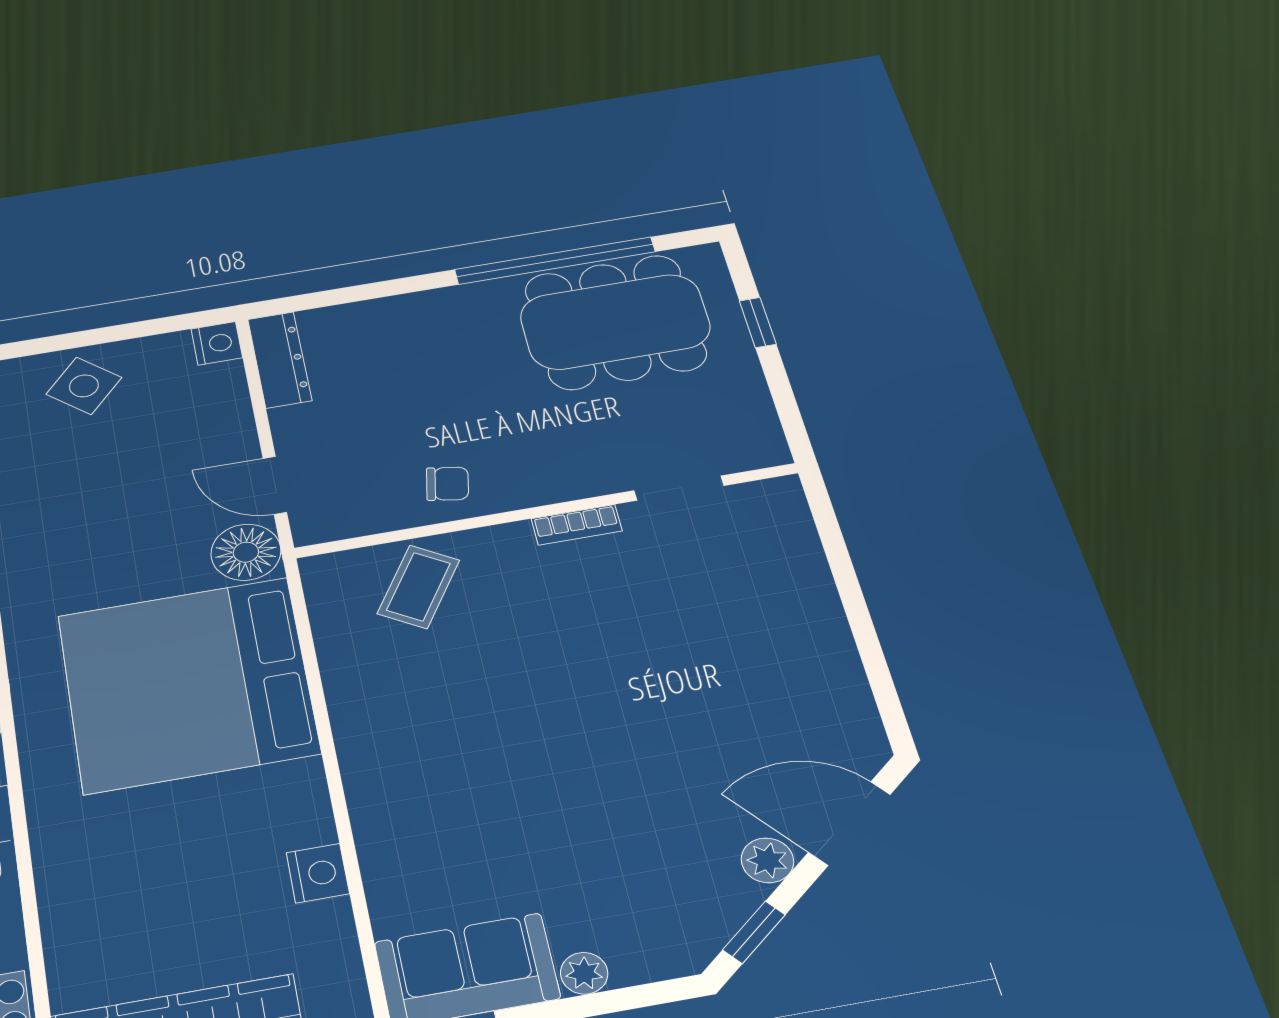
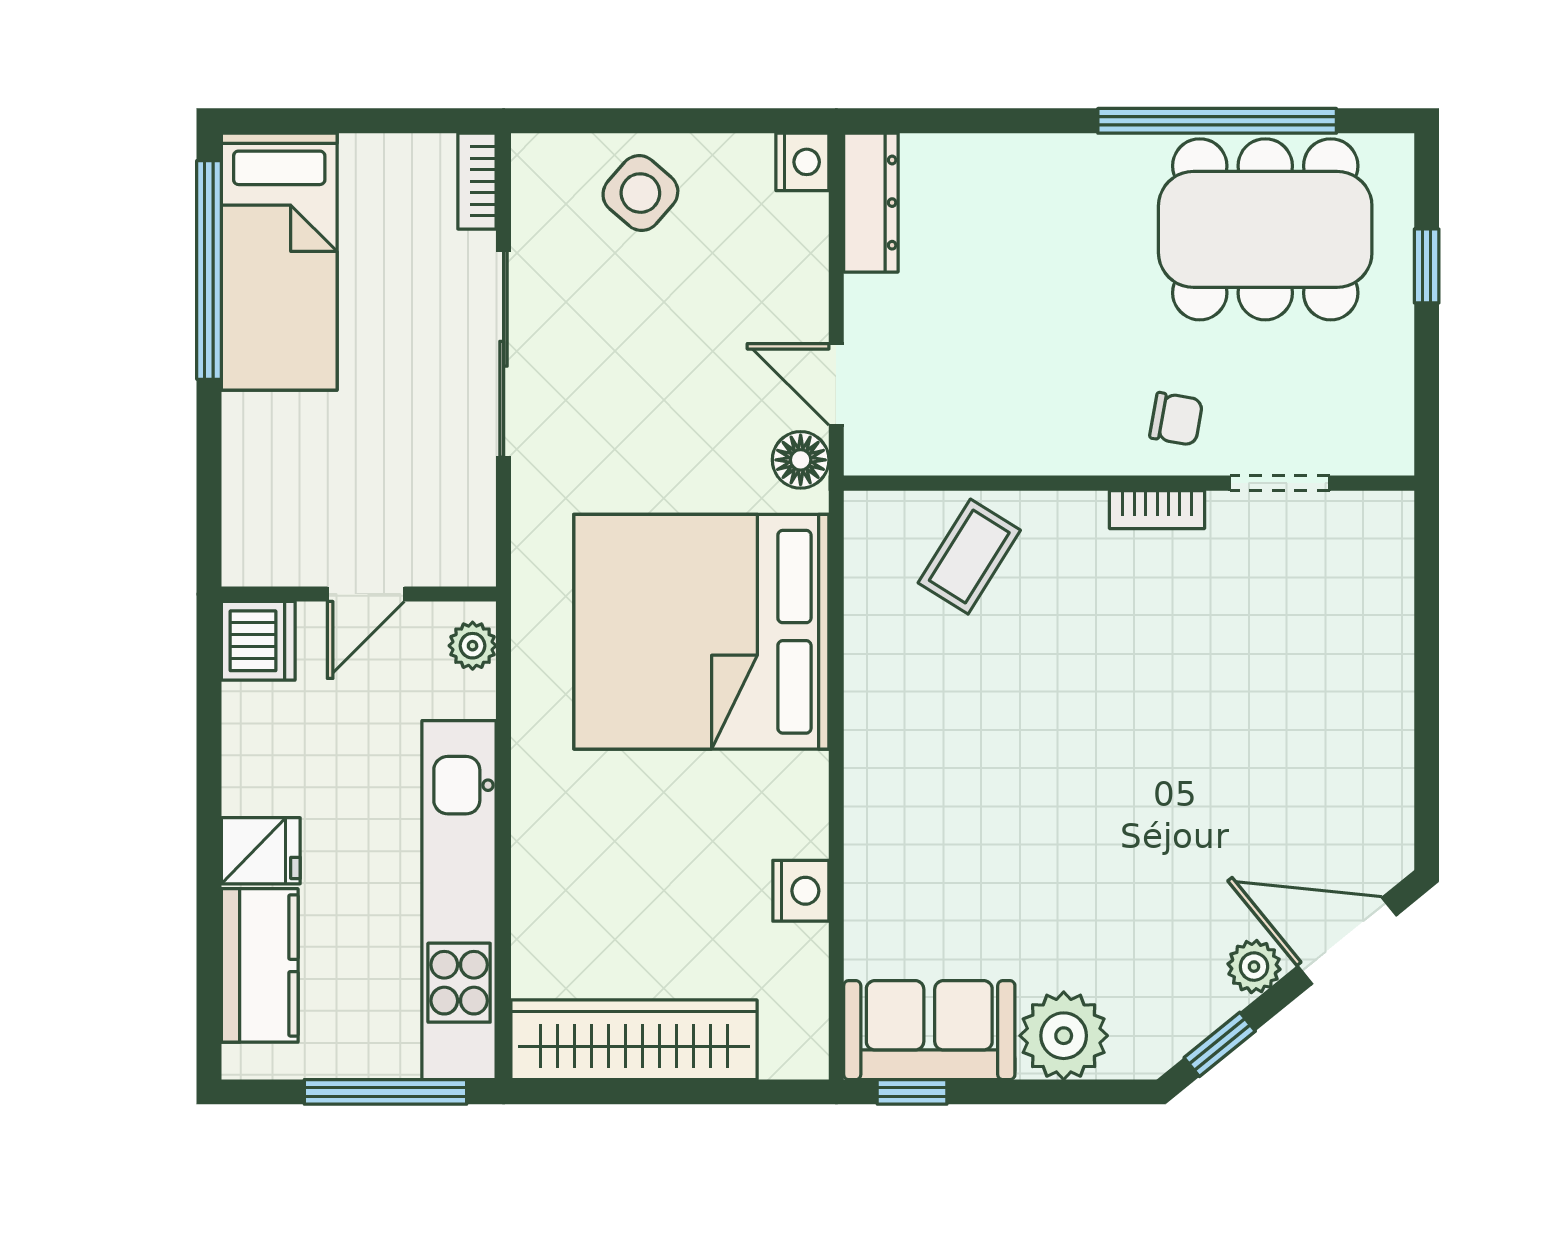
chair: (447, 484) -> (1176, 419), moved
floor lamp: (246, 552) -> (801, 460), width x0.73, depth x0.73
plant: (584, 973) -> (1064, 1036), width x1.88, depth x1.88

